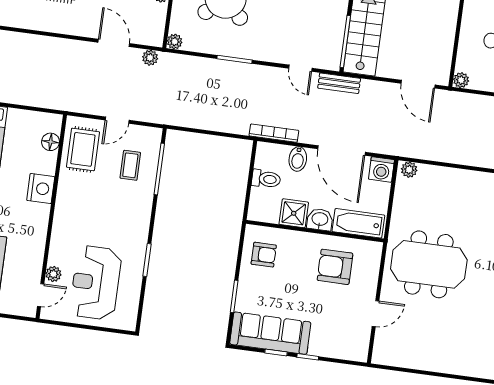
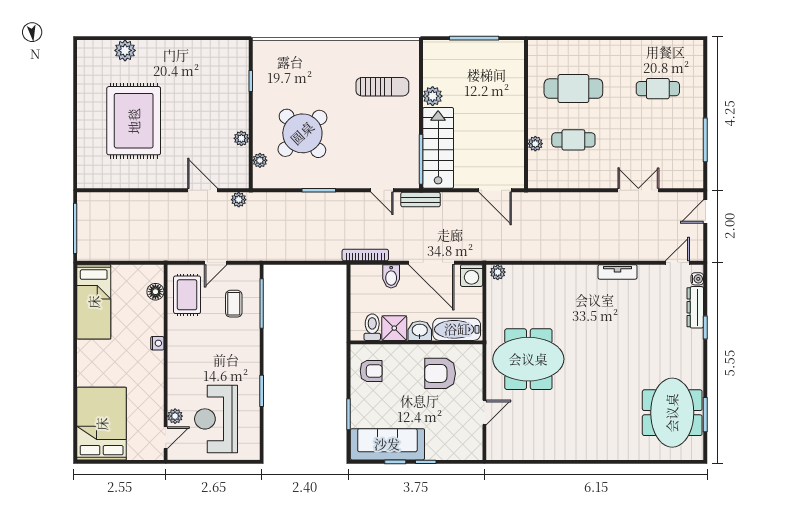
plant: (175, 42) -> (260, 160), moved
plant: (461, 80) -> (535, 144), moved
toilet: (266, 179) -> (372, 327), moved, turned -90
nightstand: (41, 189) -> (157, 343), width x0.53, depth x0.56

